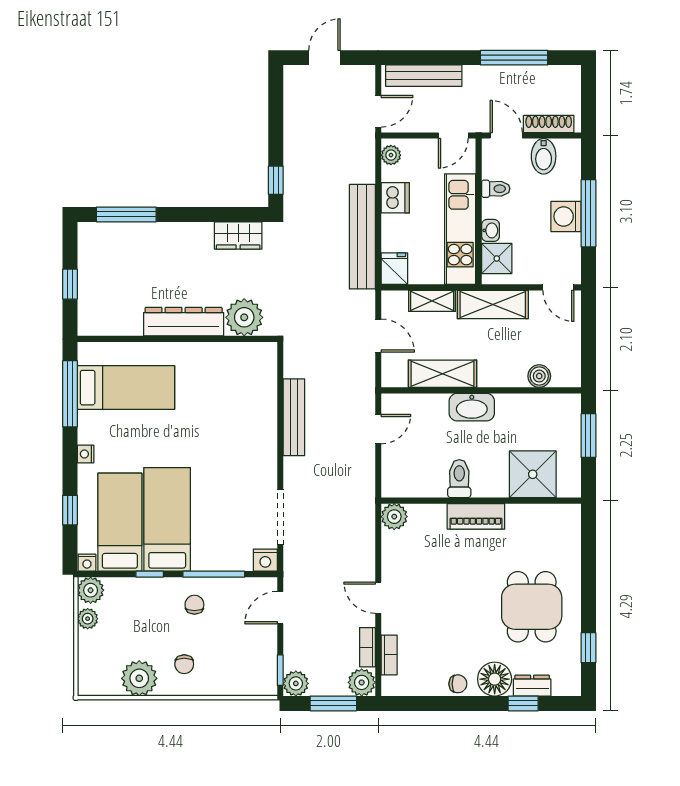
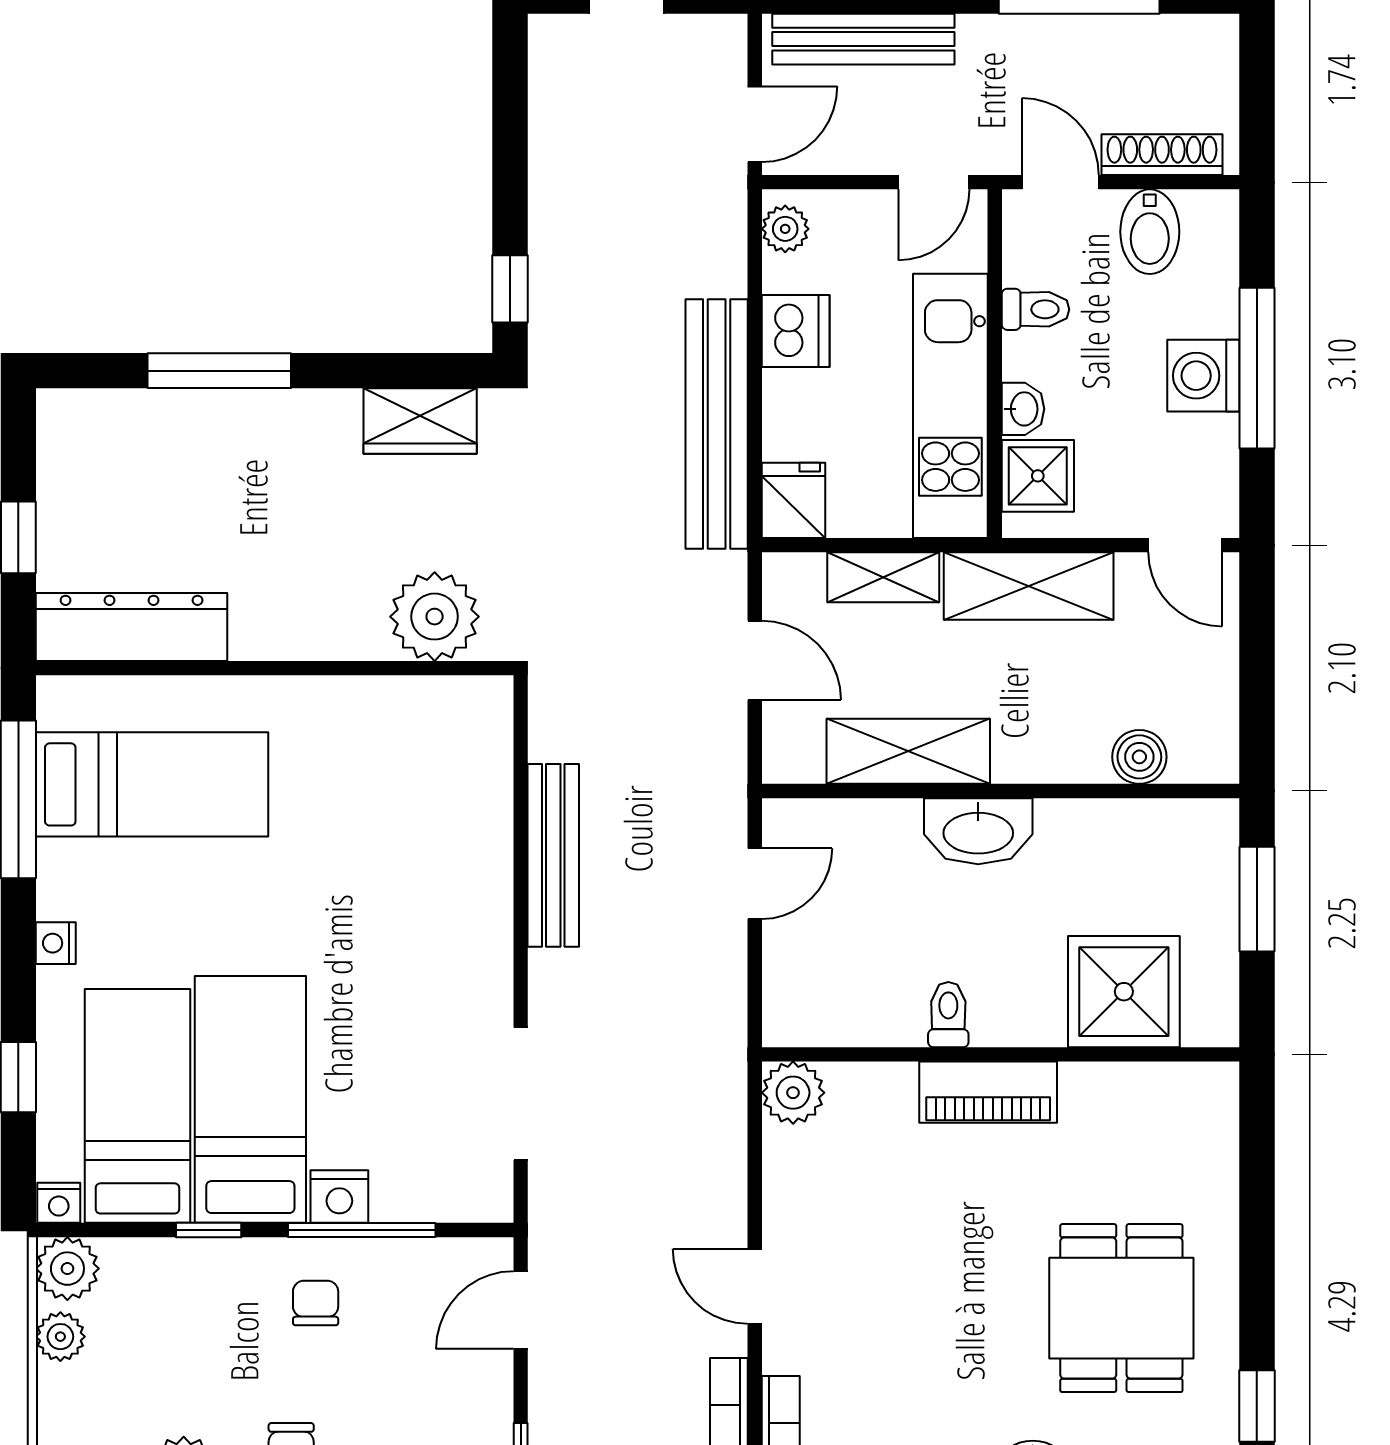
window: (126, 214) -> (219, 371), moved
dresser: (184, 322) -> (132, 627), moved
toilet: (459, 479) -> (948, 1015), width x0.73, depth x0.72
nightstand: (265, 560) -> (339, 1197), moved

